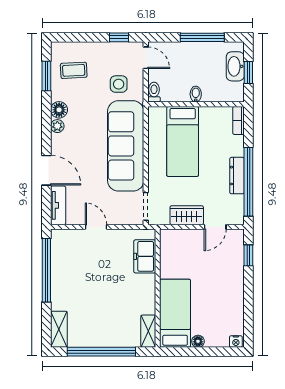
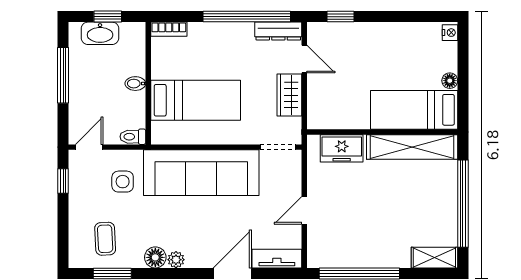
dresser: (237, 176) -> (278, 31), moved
shelving: (148, 331) -> (412, 147), width x2.20, depth x1.33

